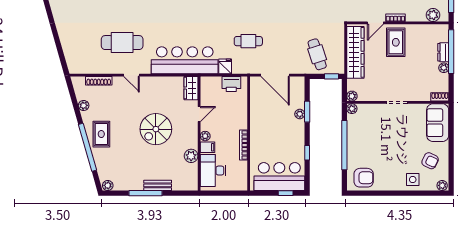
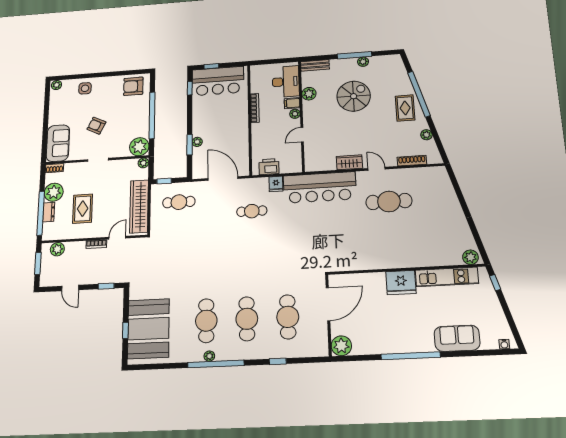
rug: (396, 42) -> (83, 209), moved
cafe table: (317, 54) -> (179, 202), turned -72
plant: (444, 68) -> (54, 192), width x1.88, depth x1.88
wardrobe: (191, 88) -> (349, 162), moved, turned -90
plant: (352, 109) -> (139, 147), width x1.87, depth x1.87
spiral stairs: (156, 129) -> (354, 96), moved
window: (307, 153) -> (190, 88), moved
armchair: (430, 161) -> (96, 126), moved
plant: (108, 185) -> (363, 62), moved
bench: (158, 185) -> (315, 65), moved

